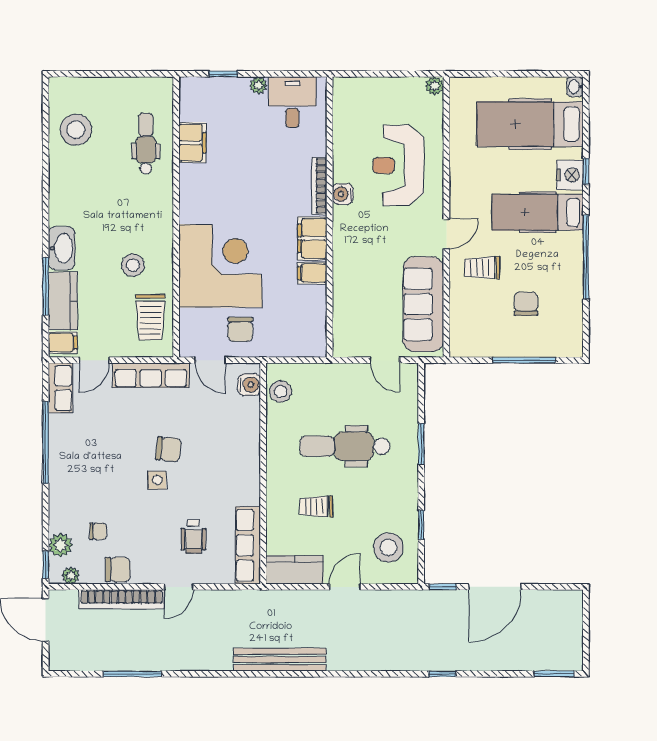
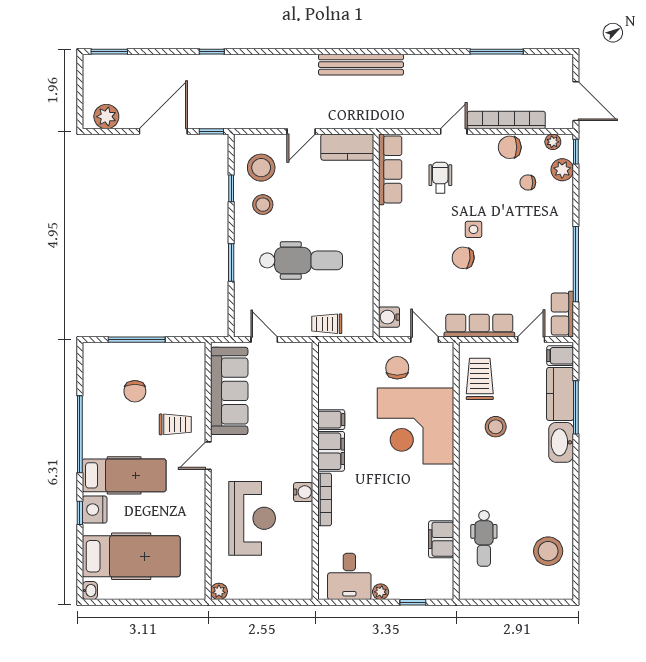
stool: (281, 391) -> (263, 205), moved
trolley: (316, 507) -> (327, 324), moved, turned 180
plant: (557, 603) -> (106, 117), added

